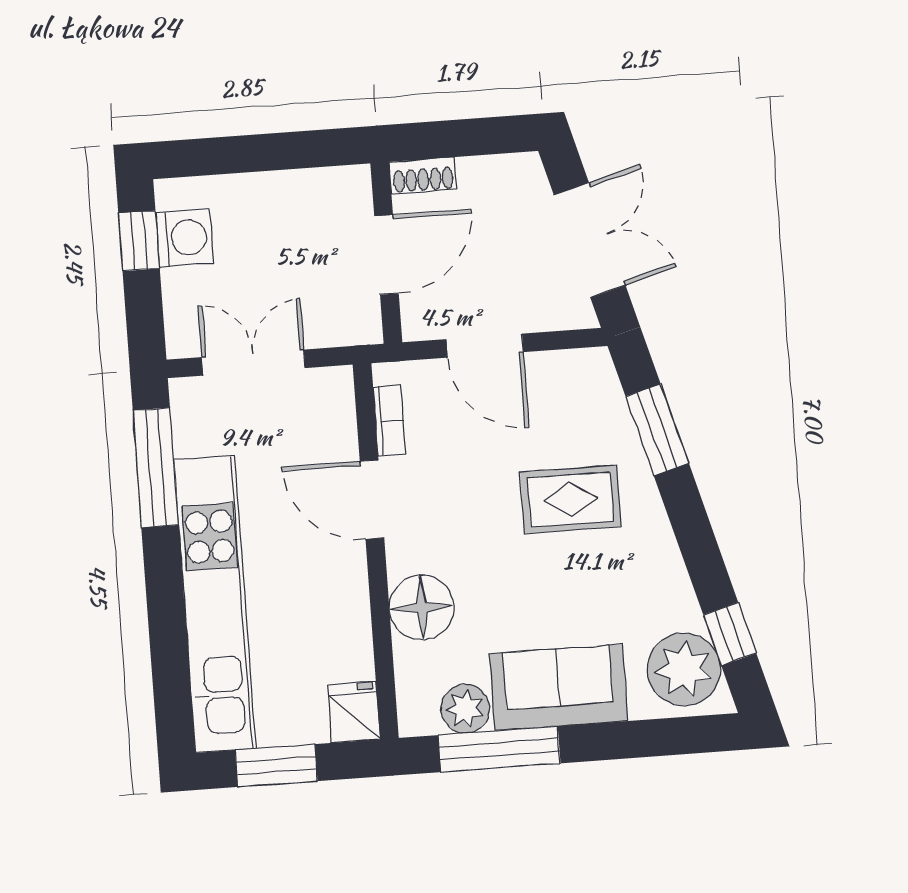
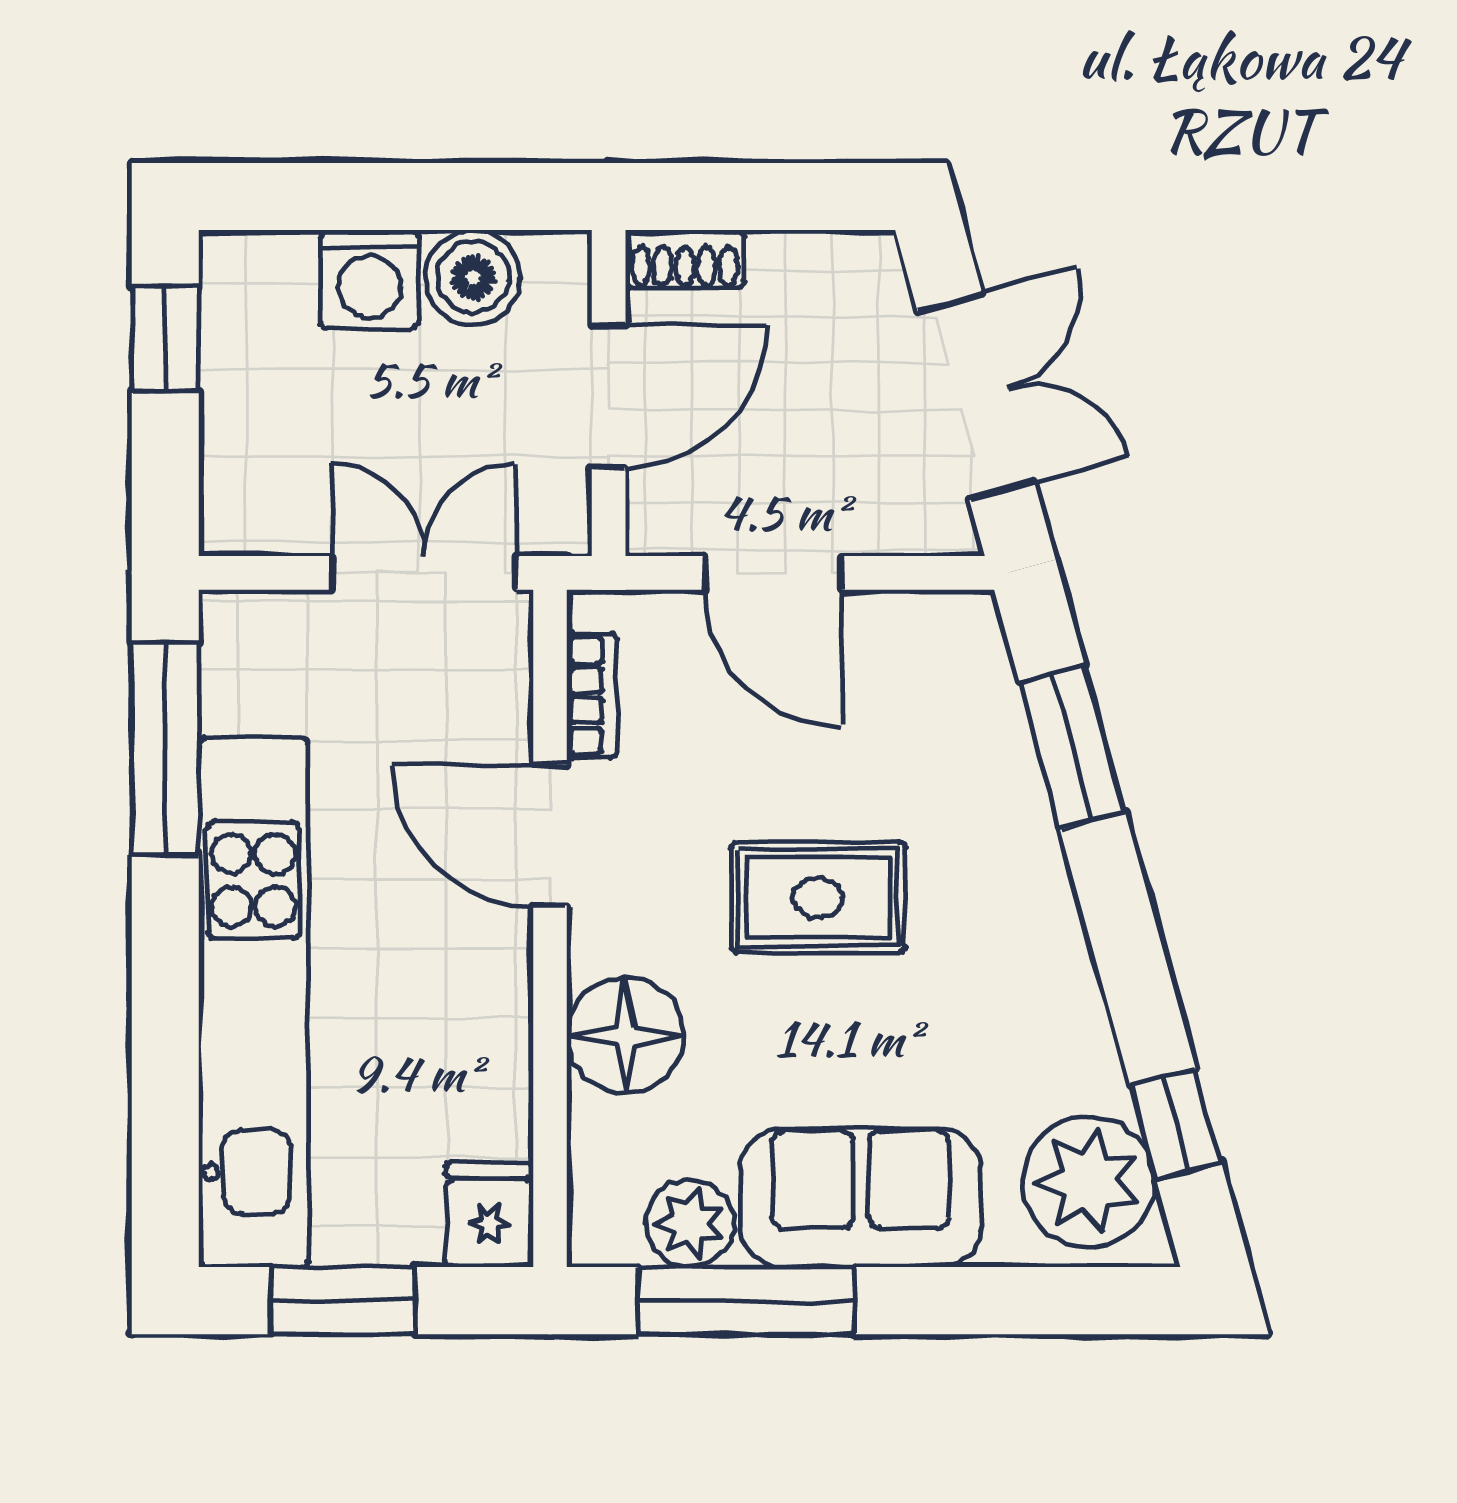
boiler: (307, 194) -> (473, 278), added
washing machine: (185, 238) -> (370, 279), moved, turned 90
double door: (253, 363) -> (424, 573), moved
rug: (571, 499) -> (818, 898), moved

